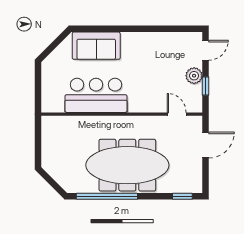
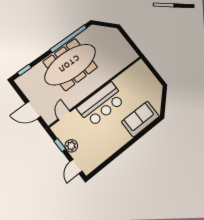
bar counter: (96, 95) -> (101, 104), moved
door: (177, 114) -> (64, 115), swing flipped
door: (205, 145) -> (33, 110), hinge flipped

